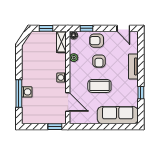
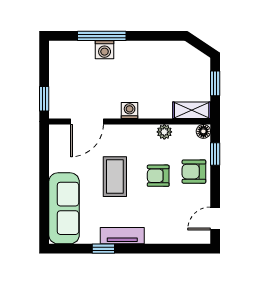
armchair: (97, 41) -> (194, 172), turned -90
tv unit: (133, 66) -> (122, 236), moved

